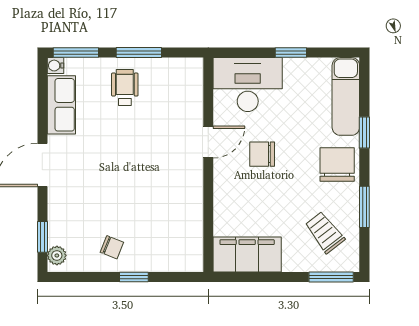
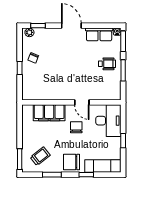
chair: (337, 165) -> (71, 162), turned 180
filing cabinet: (247, 254) -> (49, 113), moved, turned 90

